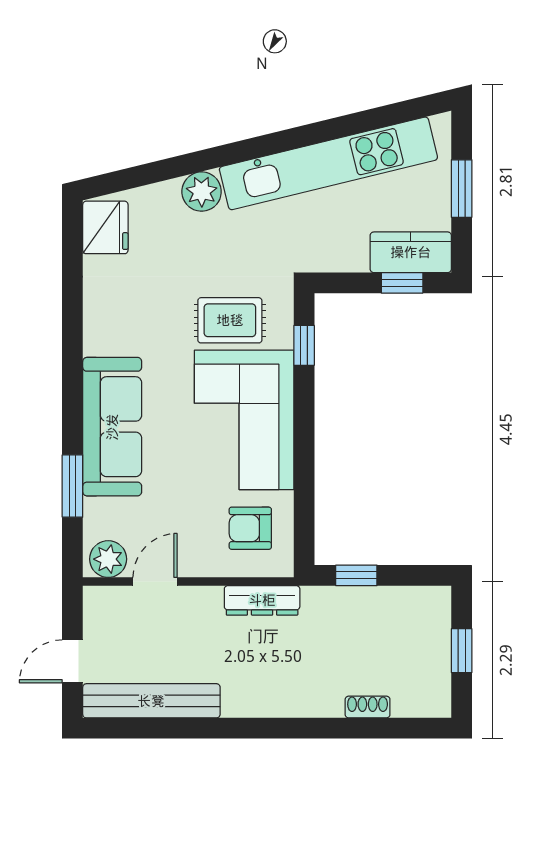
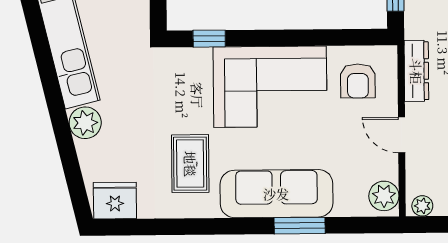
rug: (230, 320) -> (190, 164), moved
window: (72, 486) -> (300, 226), moved
door: (155, 582) -> (402, 135), moved
plant: (95, 606) -> (422, 206), added

